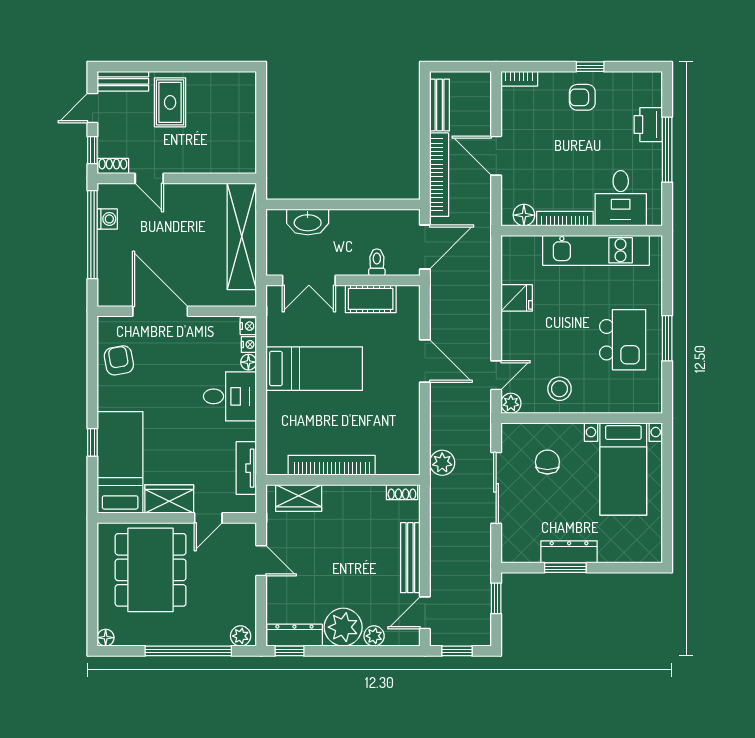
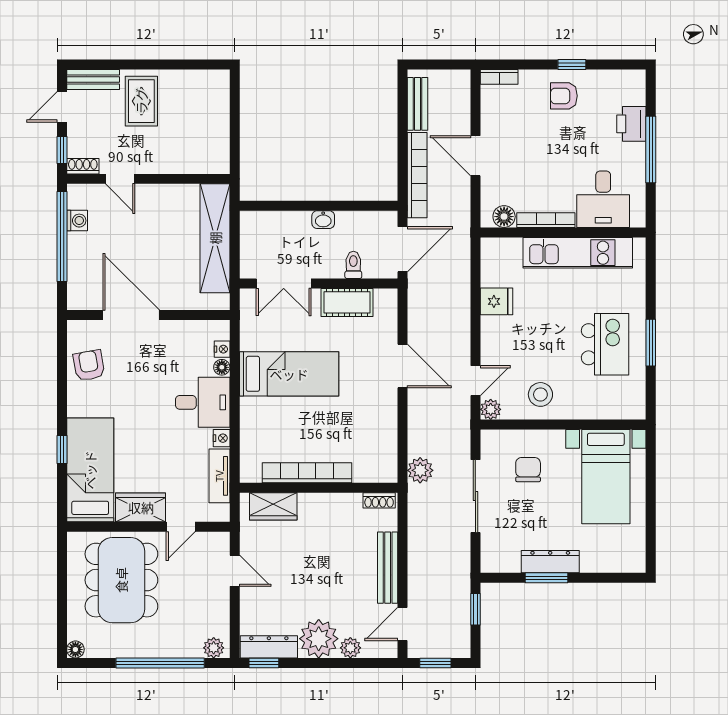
washbasin: (308, 222) -> (323, 220), moved, width x0.52, depth x0.69
nightstand: (248, 326) -> (222, 438), moved

